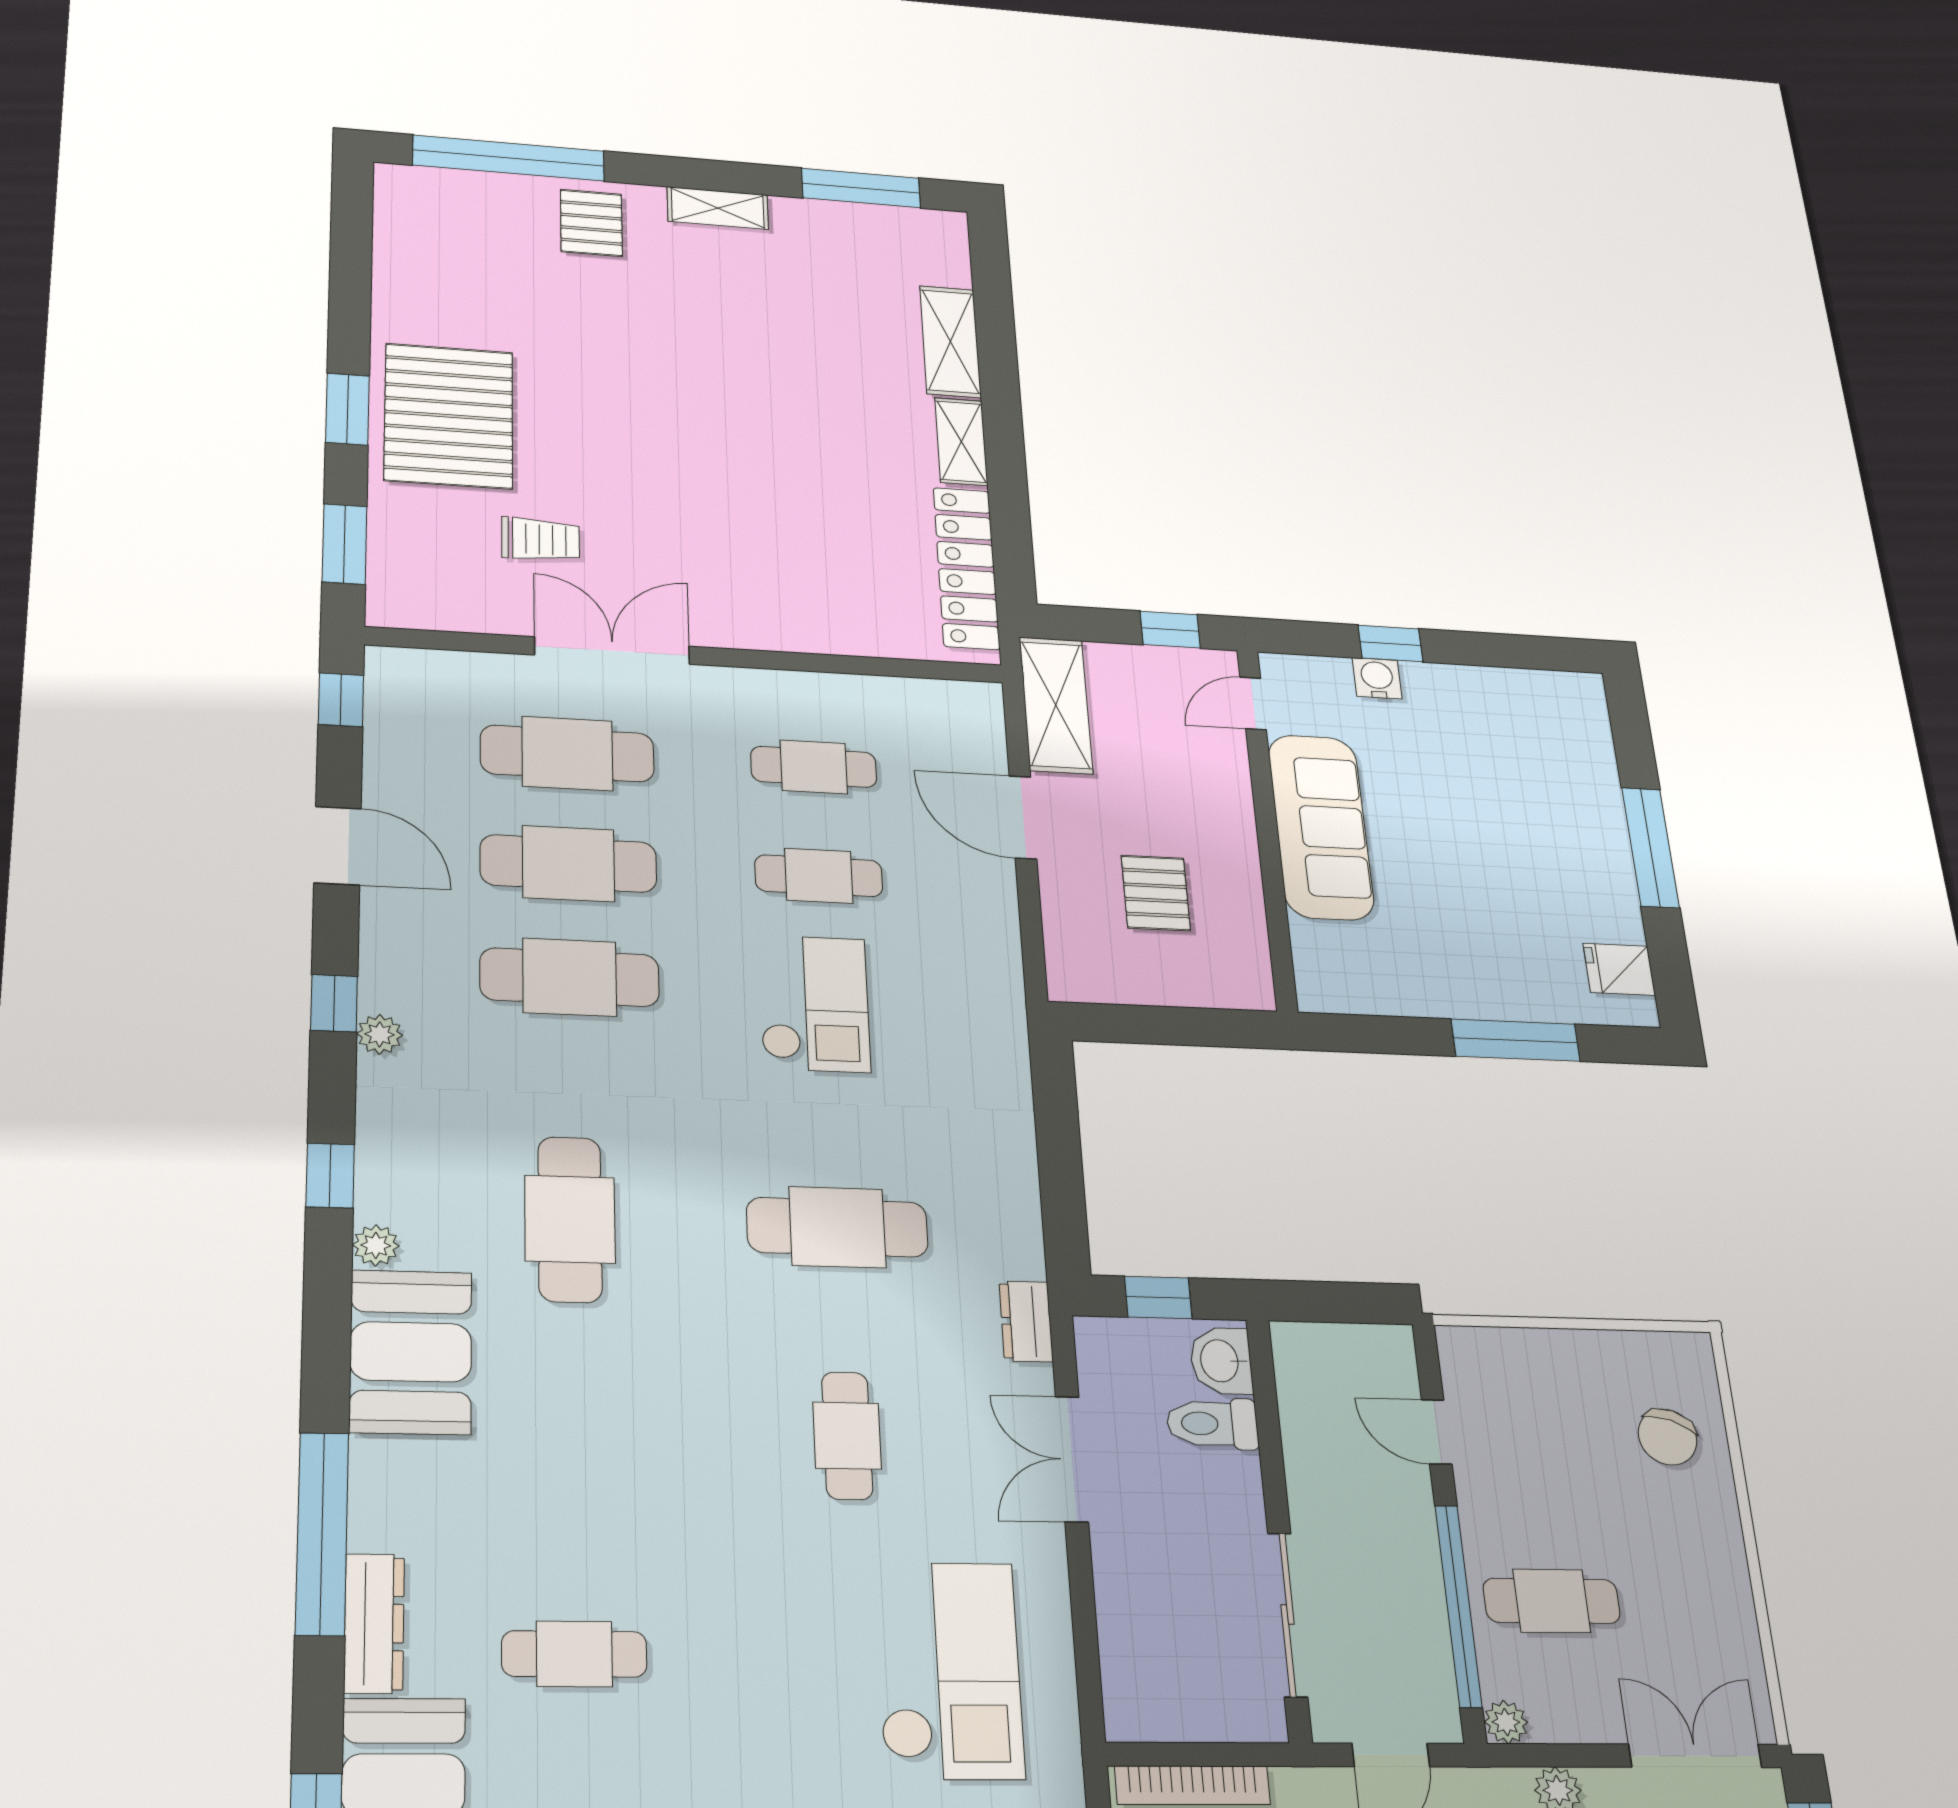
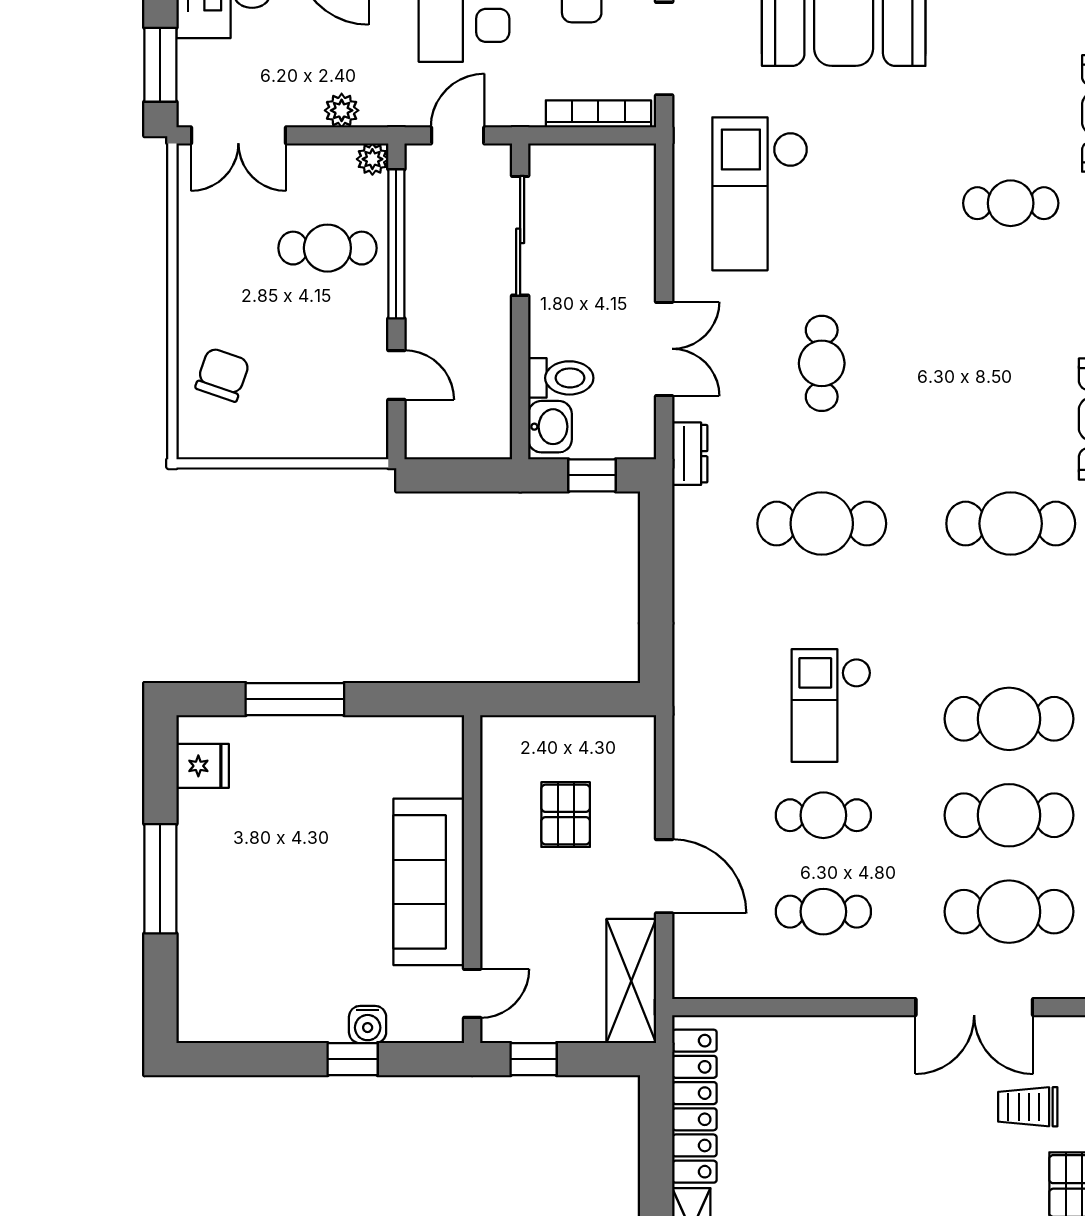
cafe table: (570, 1219) -> (1011, 524), turned 90

